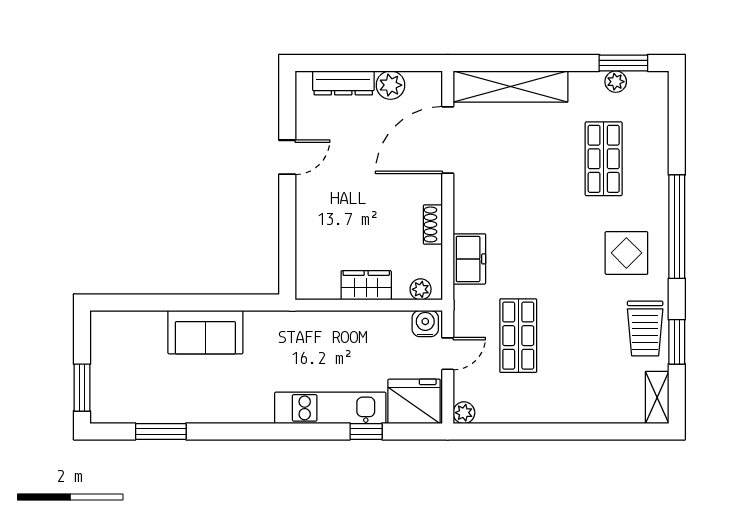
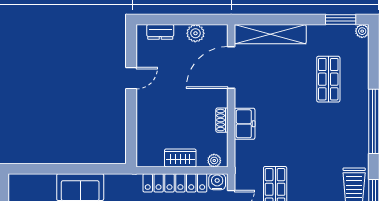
plant: (616, 82) -> (362, 31), moved
dresser: (343, 83) -> (160, 32), width x0.70
display table: (626, 253) -> (342, 138), removed
freezer: (469, 259) -> (245, 124), moved
locker: (358, 325) -> (175, 183), added

